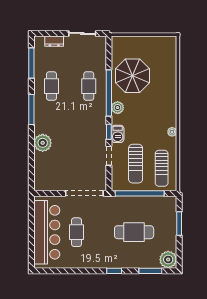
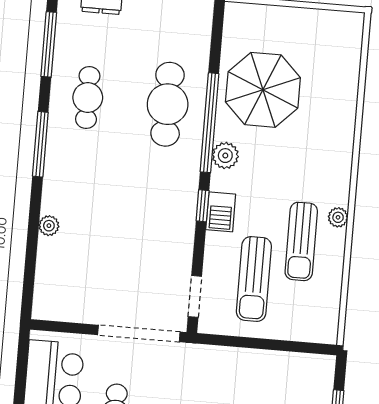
cafe table: (89, 86) -> (168, 104), width x1.37, depth x1.35
plant: (43, 143) -> (49, 226), width x0.53, depth x0.53
doorway: (109, 156) -> (195, 296), moved
sun lounger: (162, 168) -> (301, 241), moved
window: (140, 193) -> (257, 343), removed

